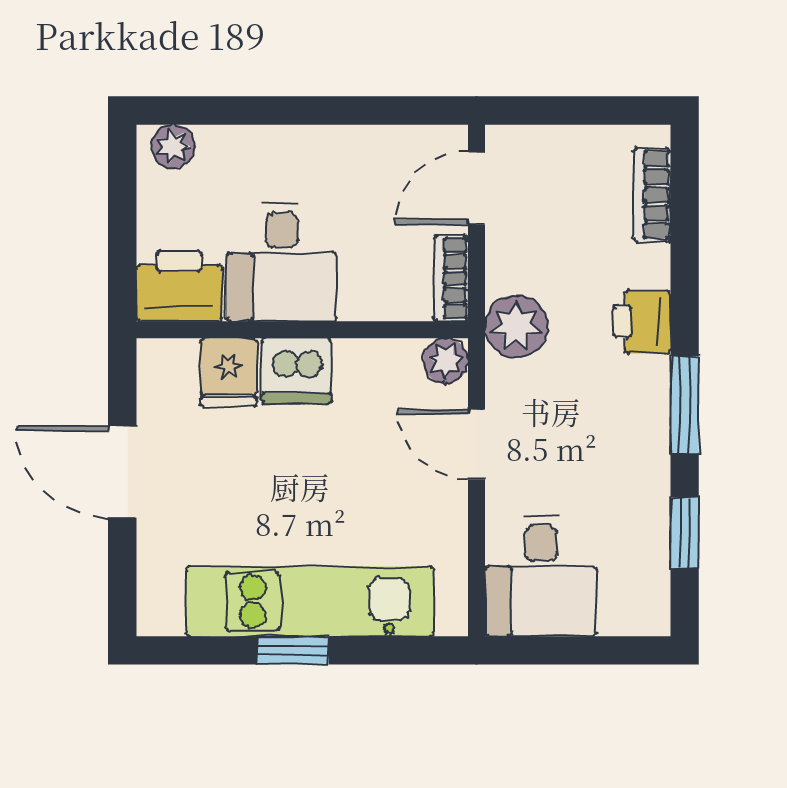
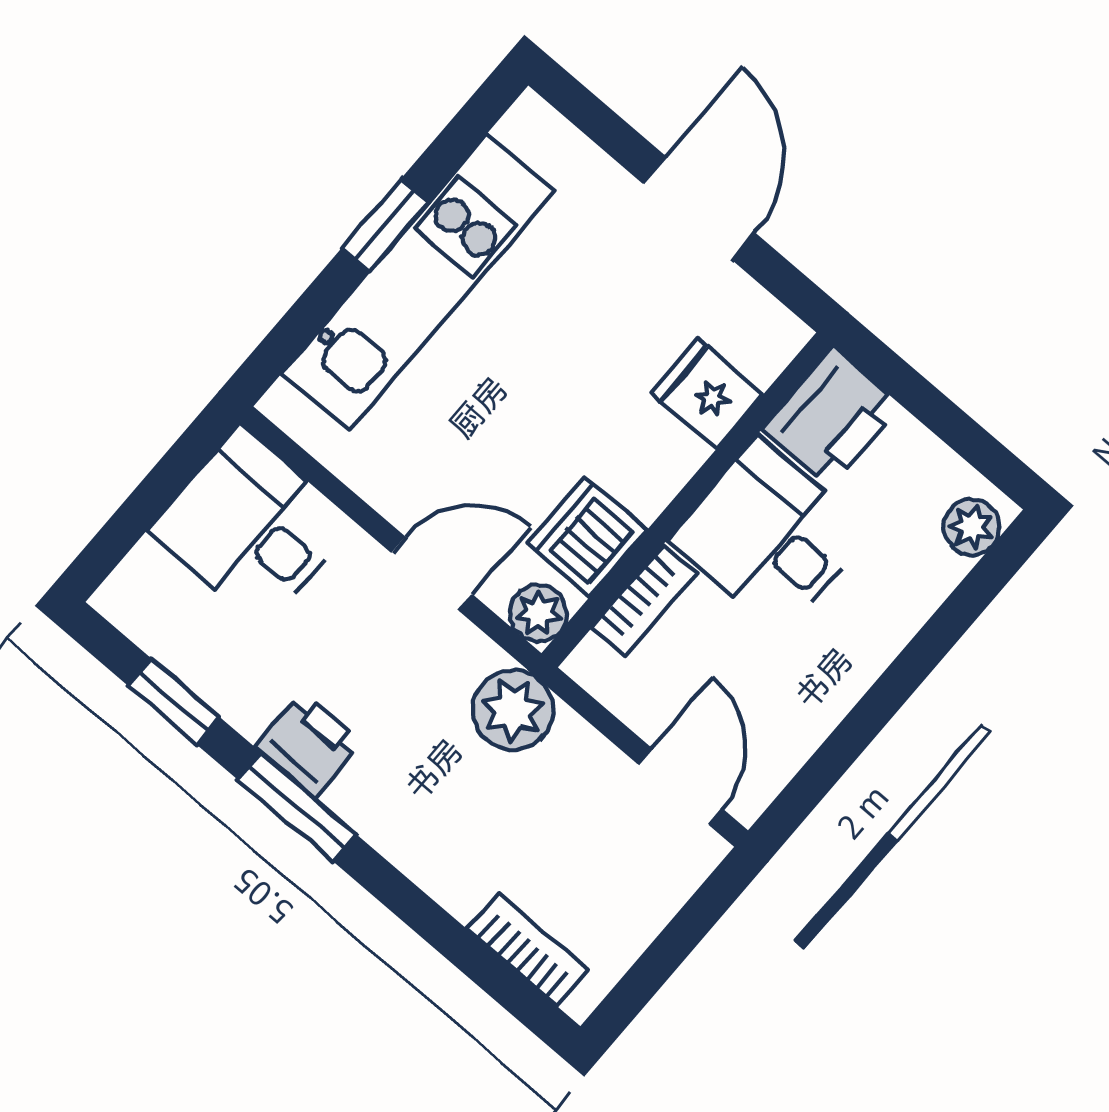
bookcase: (451, 278) -> (644, 600), moved, turned 90
printer: (642, 322) -> (308, 745), moved
dishwasher: (296, 371) -> (587, 537), moved
door: (122, 472) -> (699, 208), hinge flipped

